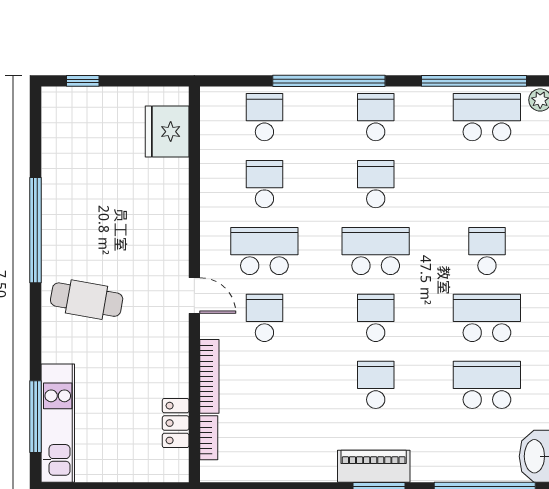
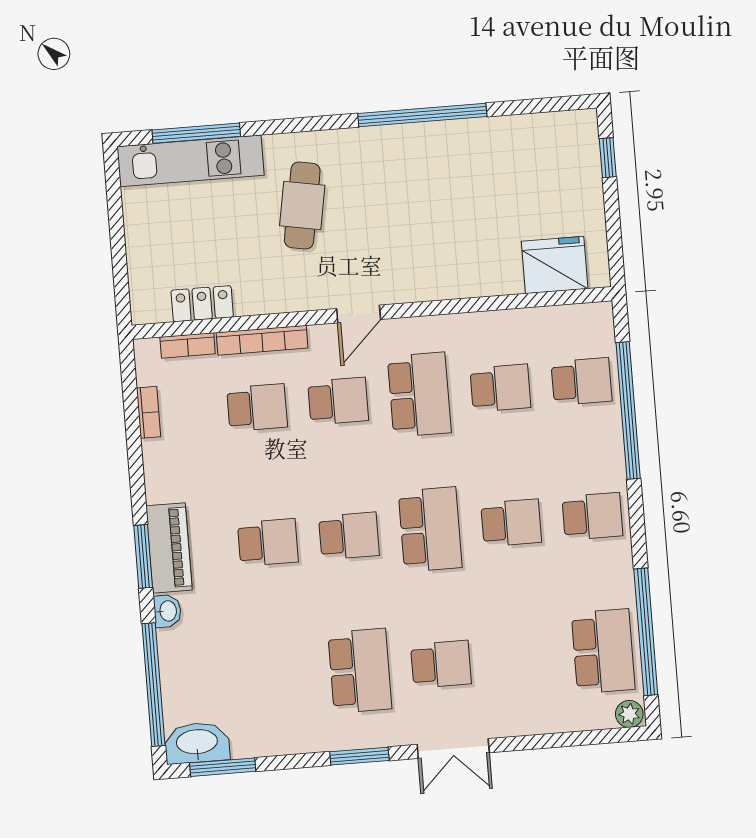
window: (329, 81) -> (628, 410), moved
cafe table: (87, 300) -> (302, 205), moved
school desk: (487, 385) -> (257, 408), moved, width x0.54
washbasin: (425, 472) -> (167, 611), added
bookcase: (261, 474) -> (149, 412), added

